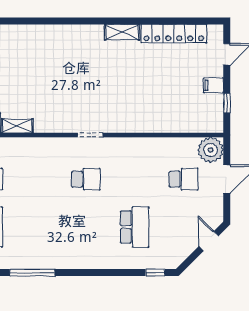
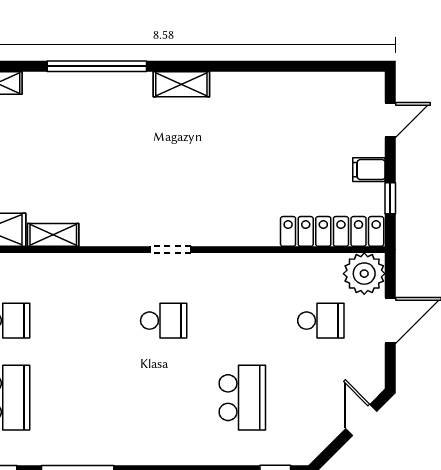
window: (44, 21) -> (97, 66), added
shelving: (122, 32) -> (181, 84), moved
locker: (174, 34) -> (332, 231), moved, turned 180

